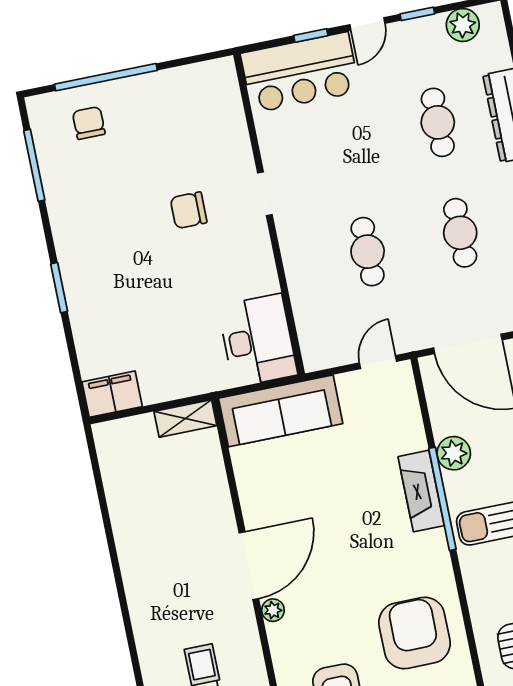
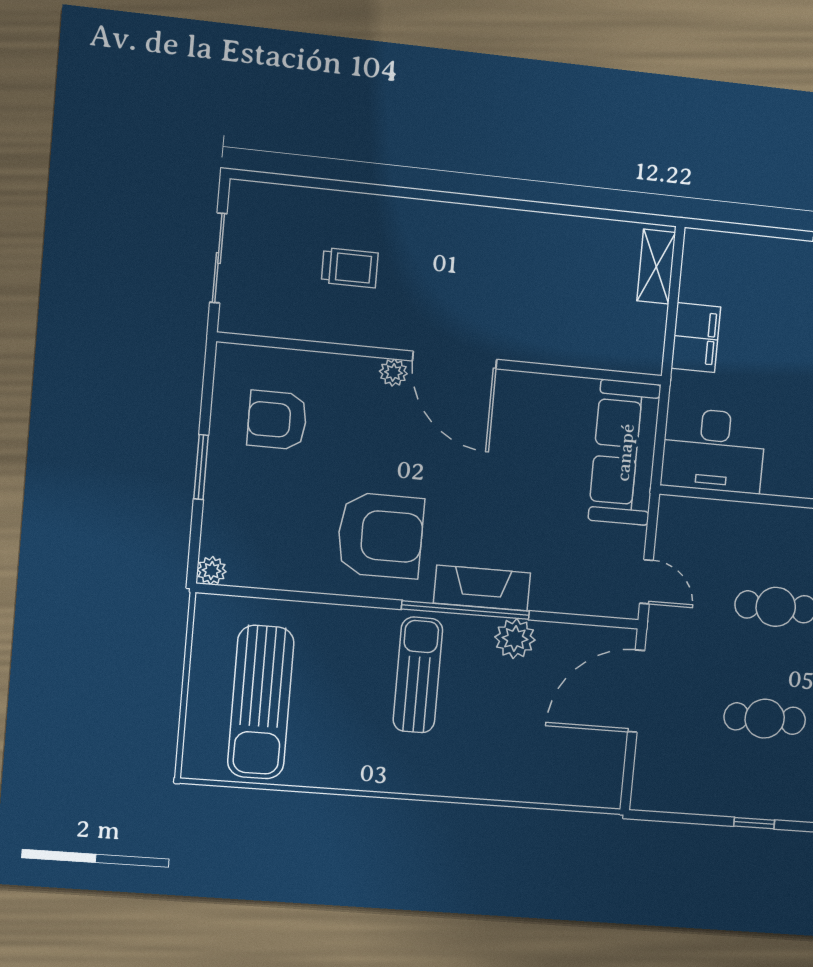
filing cabinet: (112, 394) -> (696, 338), moved
shelving: (185, 418) -> (656, 267), moved
armchair: (414, 633) -> (380, 535), moved

